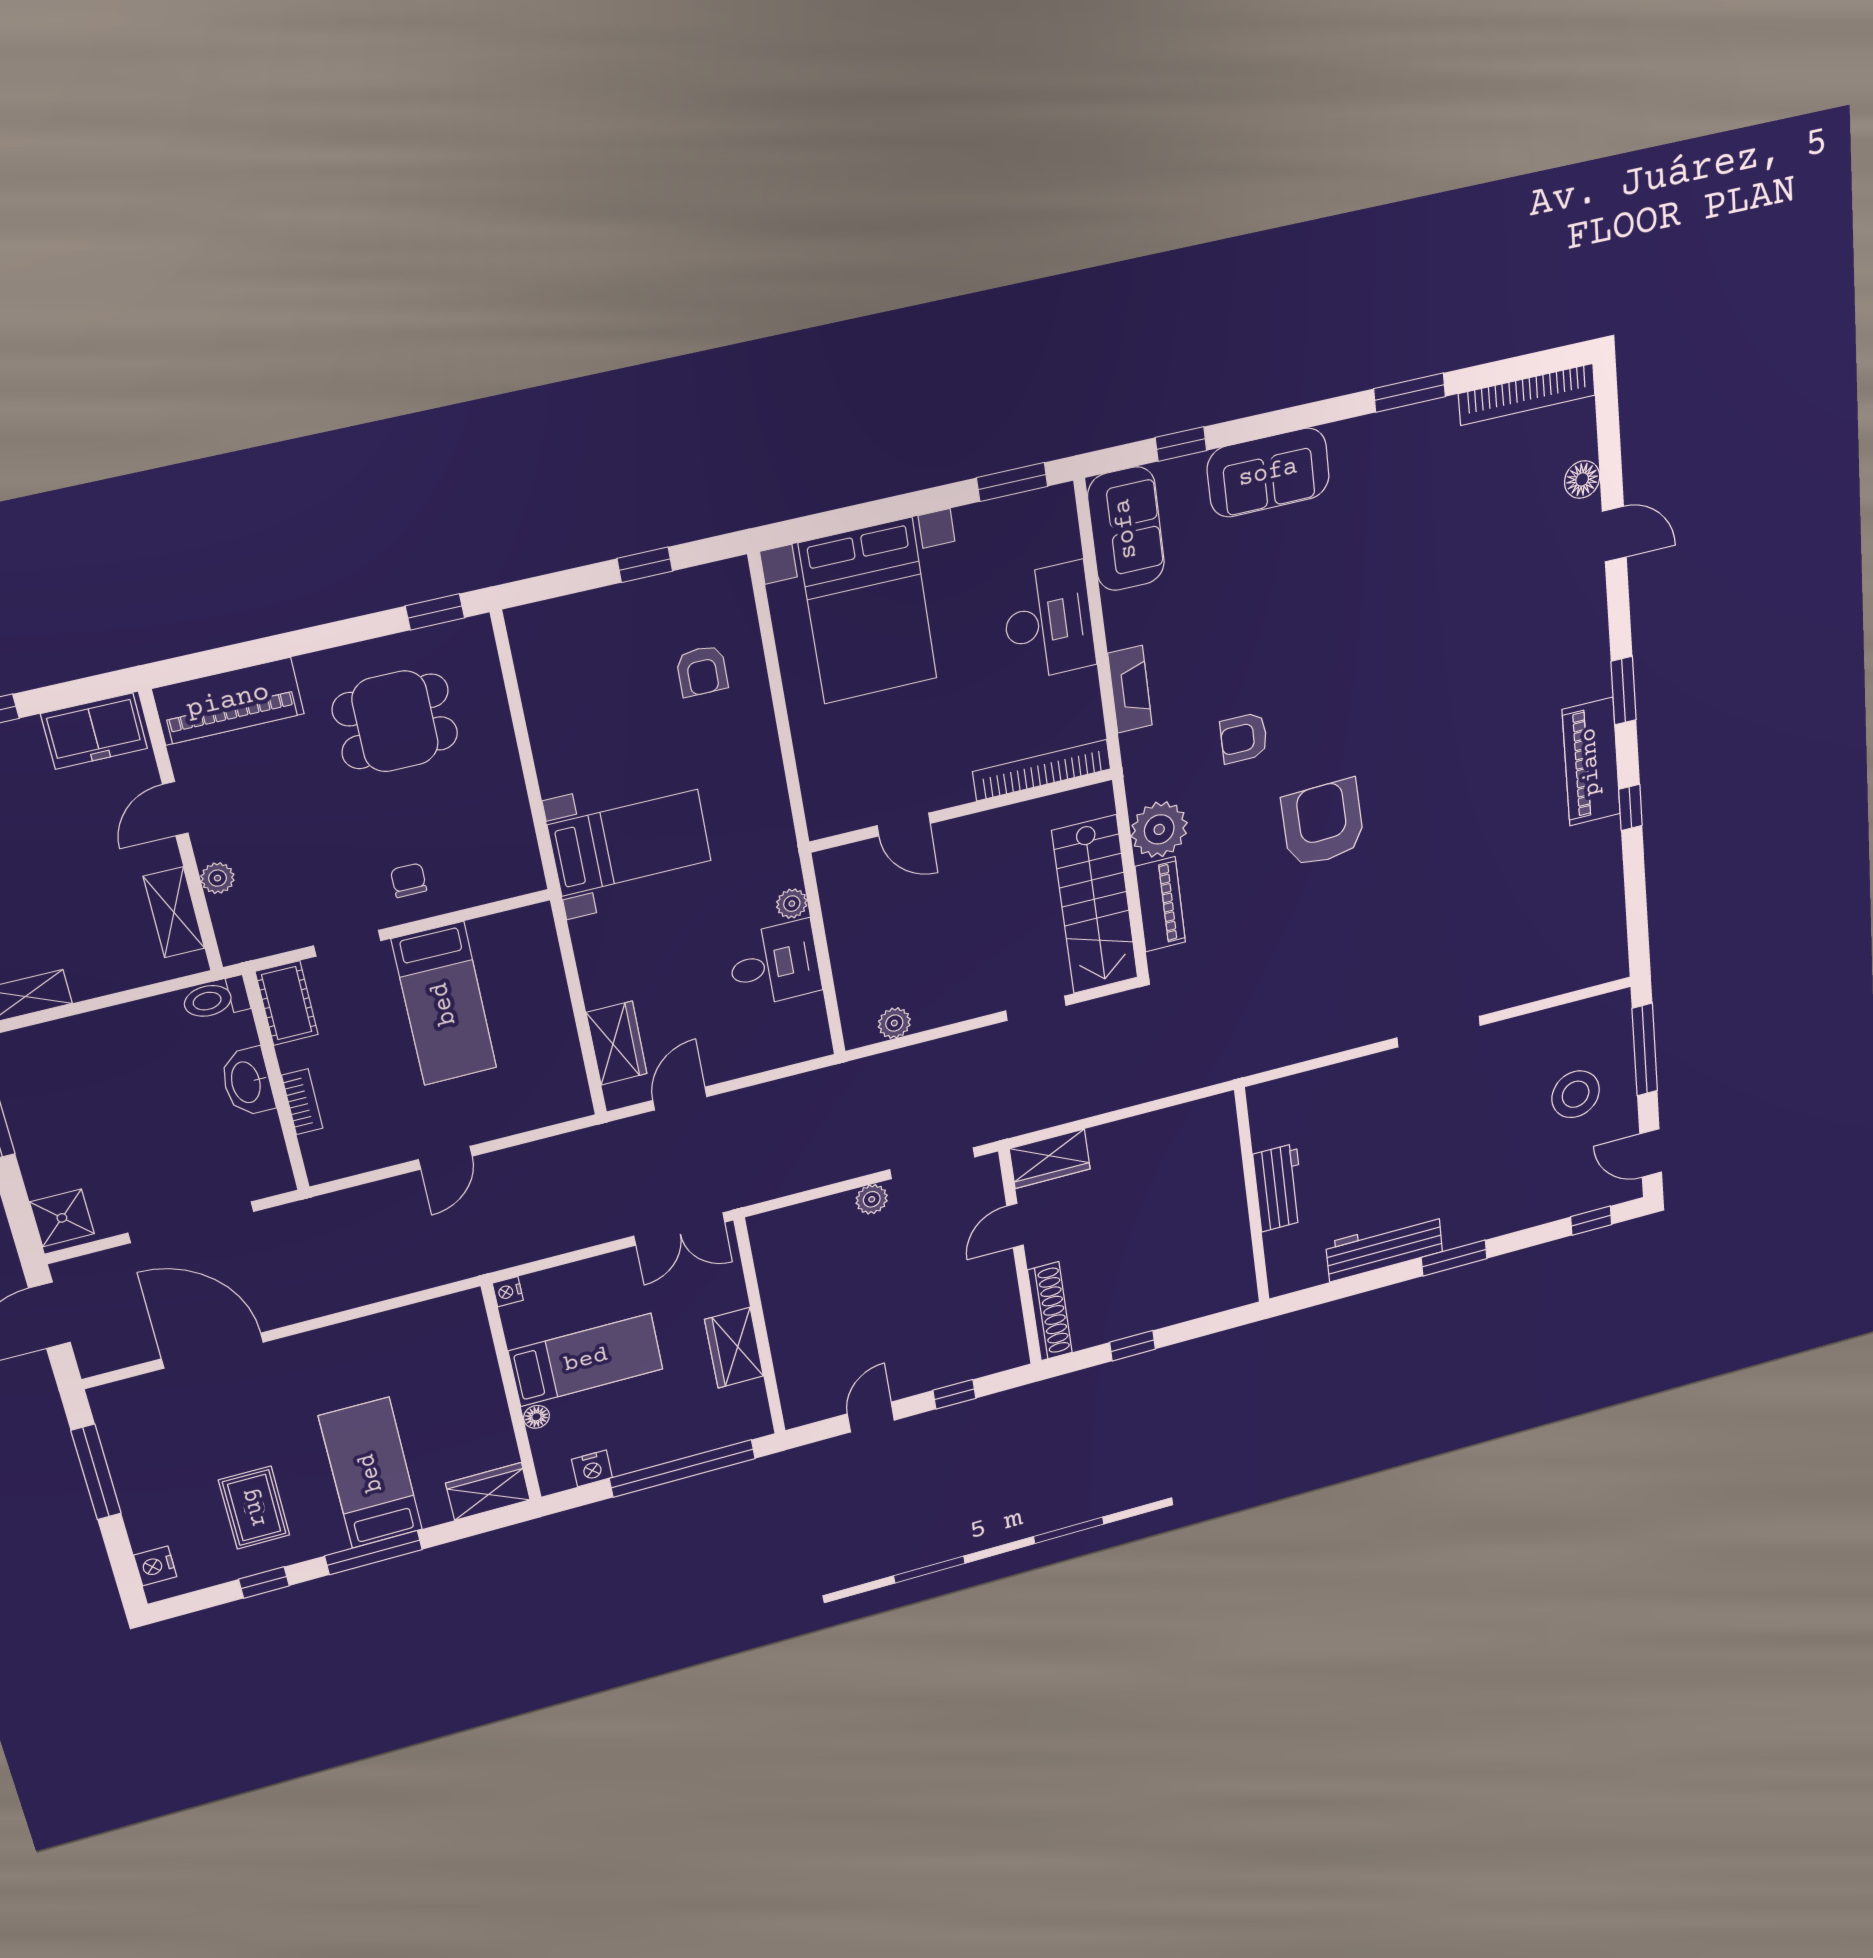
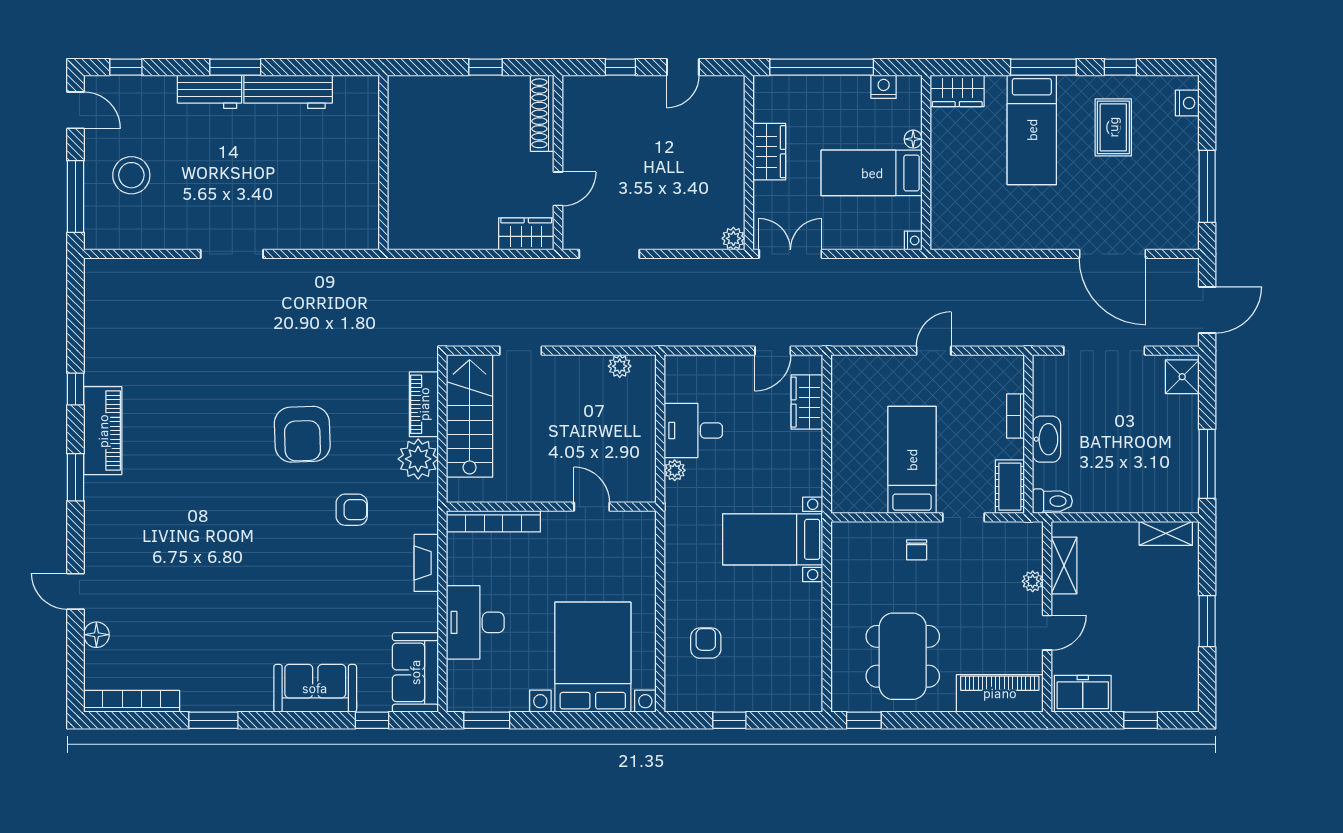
dining table: (395, 721) -> (903, 656), width x1.38
workbench: (1279, 1188) -> (210, 92), moved, turned -90
plant: (872, 1199) -> (733, 238), moved

